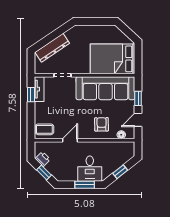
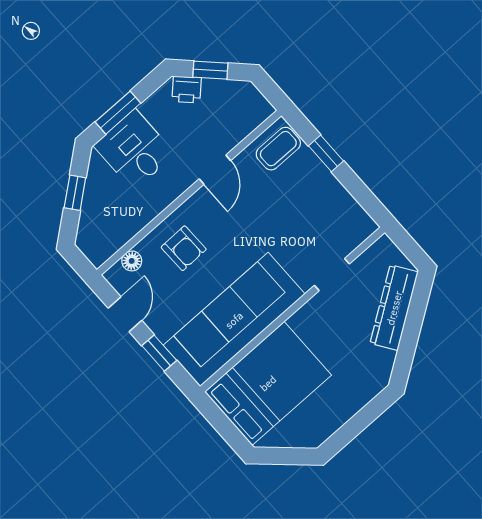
tv unit: (39, 89) -> (352, 212), removed
window: (31, 95) -> (326, 153), moved
printer: (43, 159) -> (187, 90), moved

